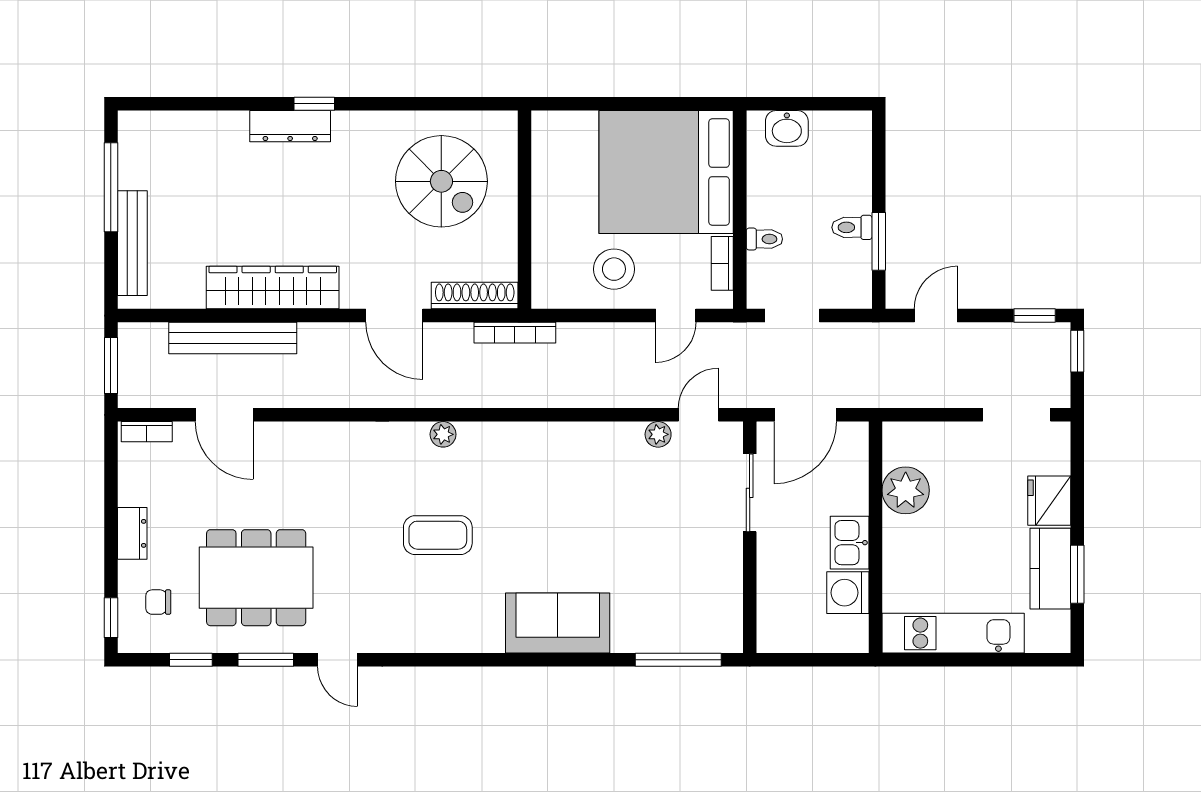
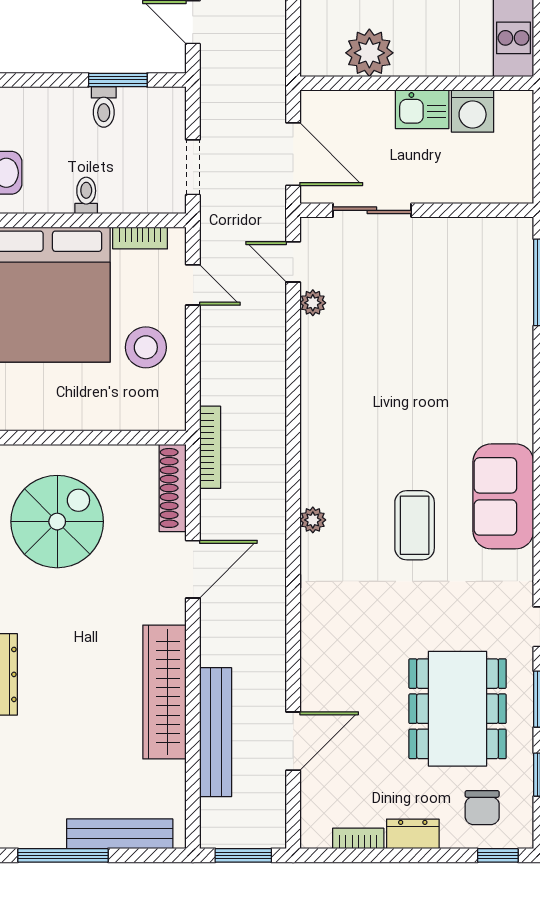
toilet: (764, 239) -> (86, 195), moved
bookcase: (147, 432) -> (358, 838), moved, turned -90
chair: (158, 602) -> (482, 808), width x1.37, depth x1.37
sofa: (558, 623) -> (503, 496), moved

